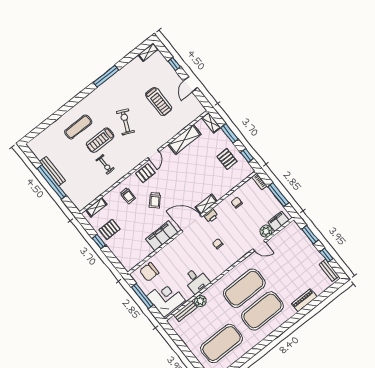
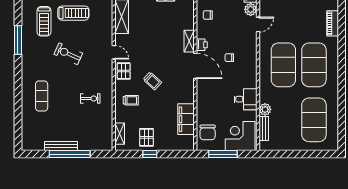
treadmill: (100, 140) -> (44, 21), moved
door: (191, 223) -> (195, 66), swing flipped
filing cabinet: (162, 236) -> (186, 119), moved

